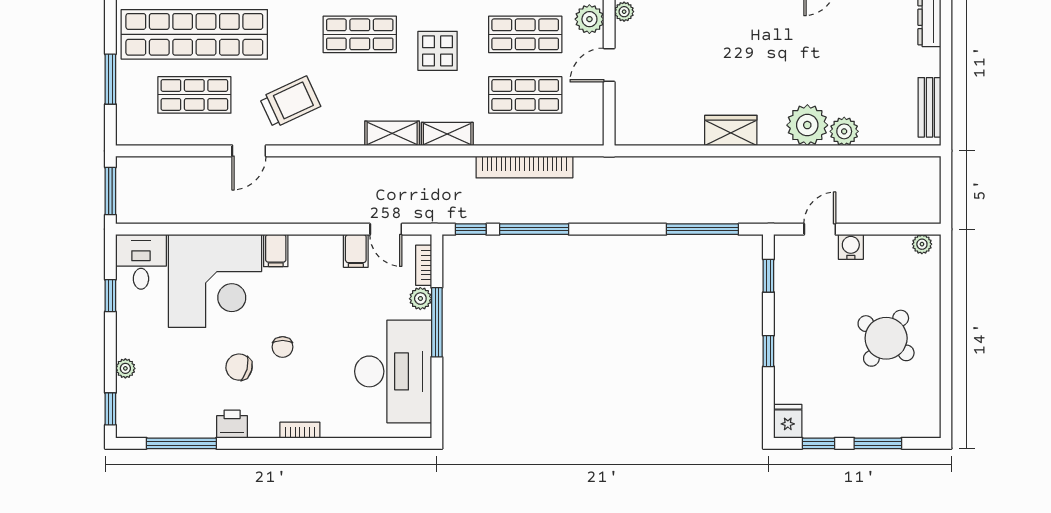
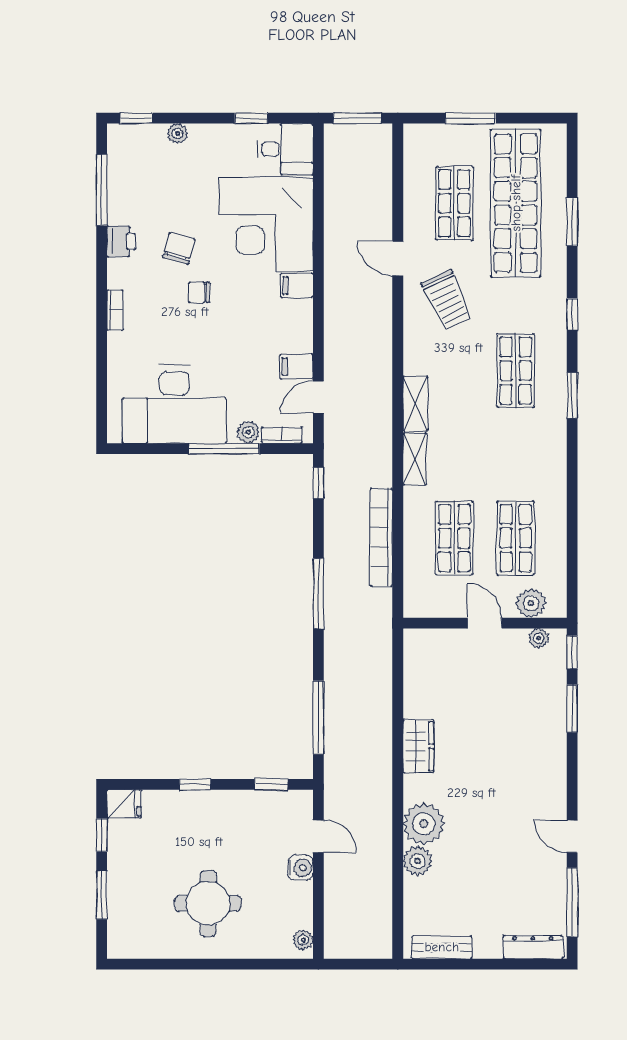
display table: (438, 51) -> (499, 449), removed
window: (534, 229) -> (318, 594), moved
round table: (886, 338) -> (208, 903), turned -36

